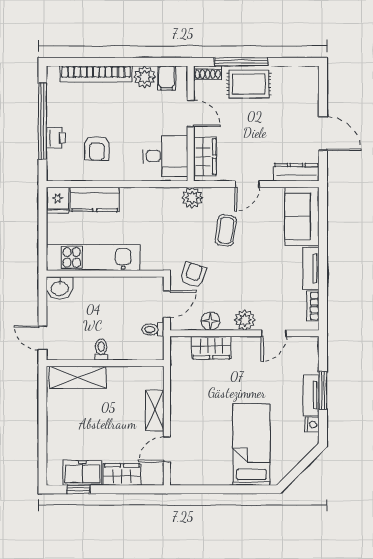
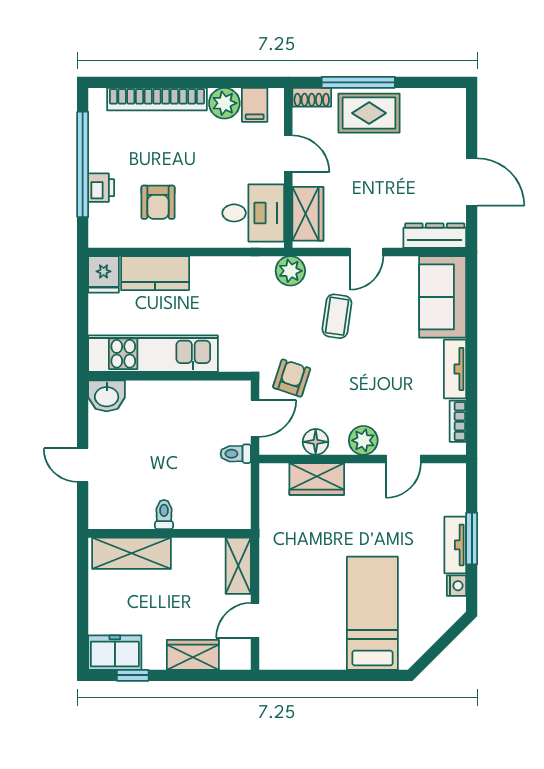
toilet: (101, 350) -> (164, 515), moved
wall: (105, 363) -> (170, 533), moved
shelving: (78, 377) -> (132, 553), moved
freezer: (82, 473) -> (115, 653), moved

